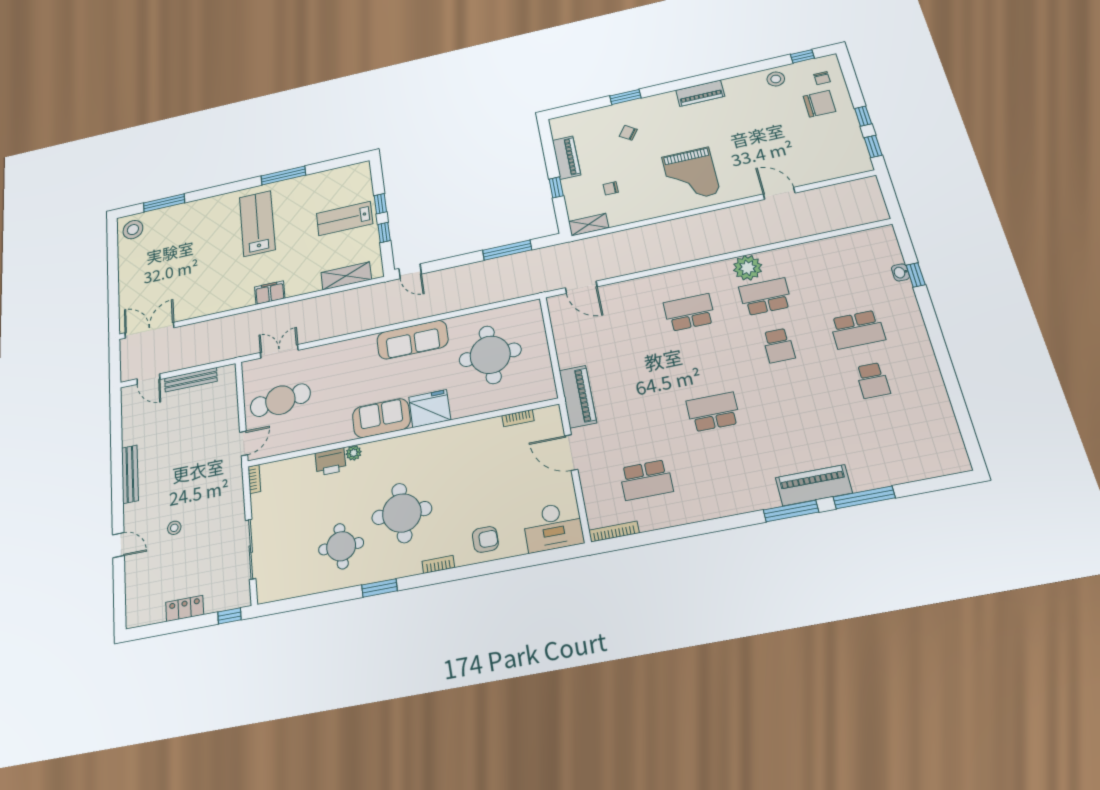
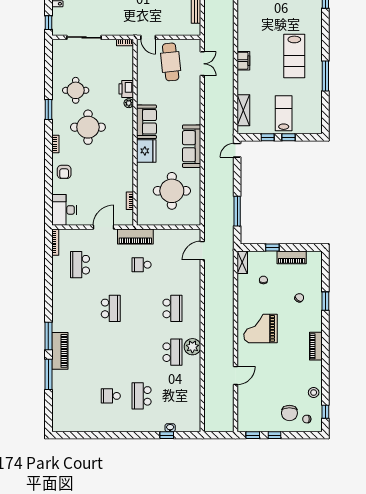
lab bench: (257, 223) -> (294, 56), turned 90
school desk: (779, 345) -> (142, 265), moved

